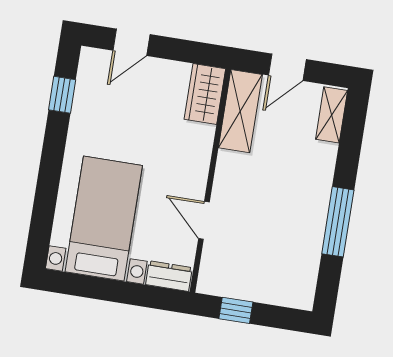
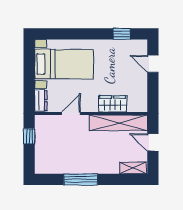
wardrobe: (205, 94) -> (113, 104), moved
shelving: (240, 111) -> (118, 123), width x1.47

